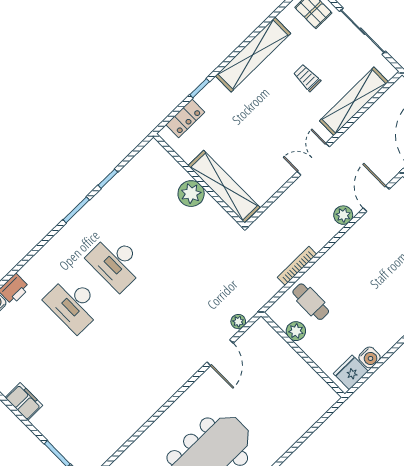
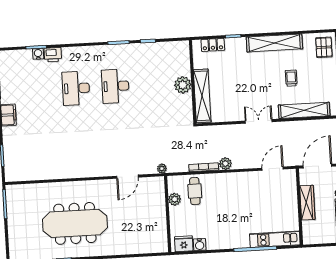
plant: (343, 215) -> (225, 164), moved
plant: (238, 322) -> (162, 169), moved

